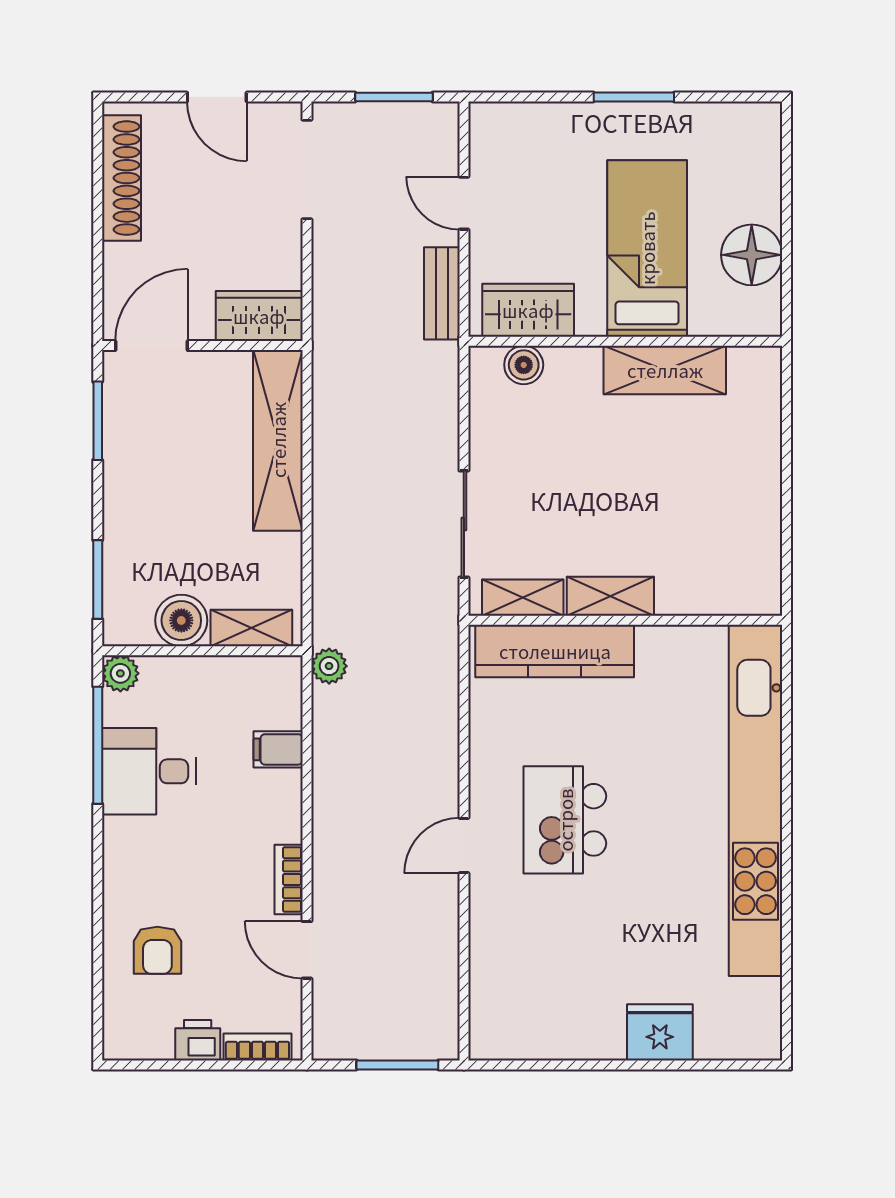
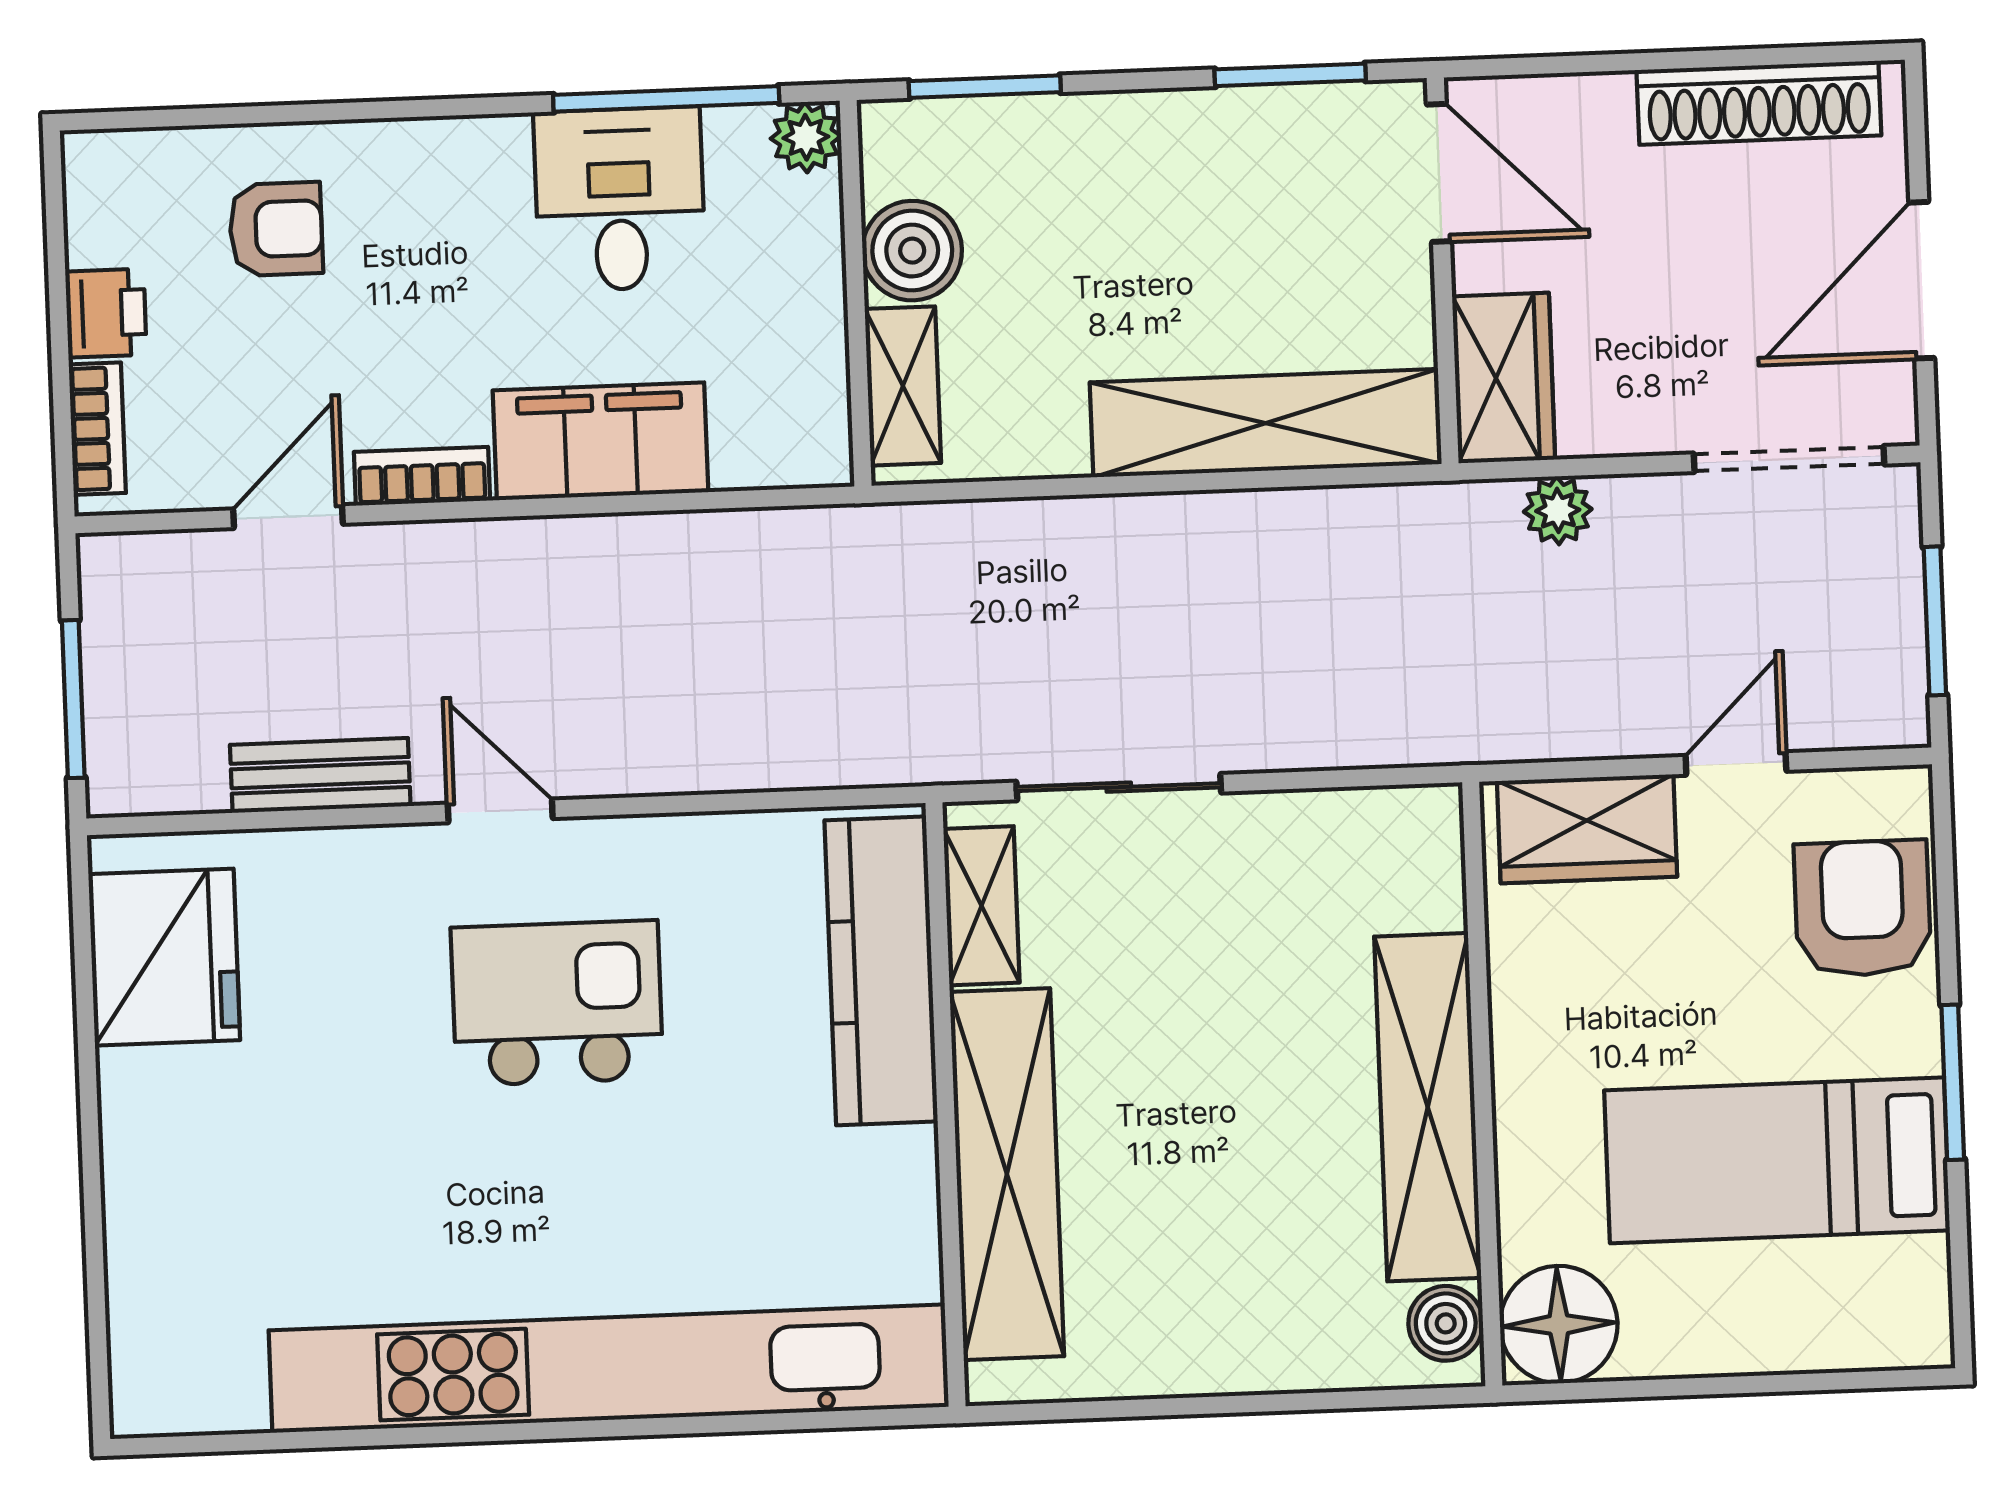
door: (217, 97) -> (1922, 280), width x1.38
armchair: (542, 140) -> (1862, 908), added
bed: (647, 248) -> (1777, 1160), moved, turned 180
floor lamp: (752, 255) -> (1559, 1325), moved
bench: (442, 293) -> (320, 775), moved
wardrobe: (528, 310) -> (1587, 829), moved, turned 90
boiler: (524, 365) -> (1446, 1323), moved
shelving: (665, 370) -> (1428, 1107), width x1.47
shelving: (610, 596) -> (1007, 1174), width x2.20, depth x1.33
plant: (329, 666) -> (1558, 510), moved
filing cabinet: (278, 749) -> (601, 441), width x3.00, depth x1.17
armchair: (157, 950) -> (276, 229), turned 180
fridge: (660, 1032) -> (164, 957), moved, width x1.36, depth x1.34

